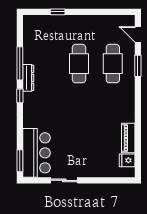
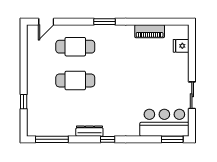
window: (20, 63) -> (52, 139), moved
window: (138, 66) -> (105, 22), moved
fridge: (127, 160) -> (181, 46), moved, turned 90

